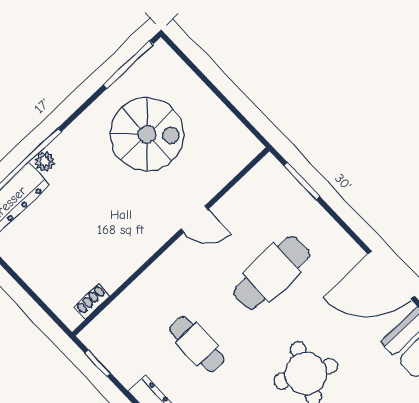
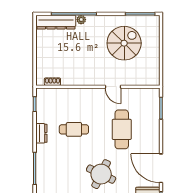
spiral stairs: (147, 134) -> (124, 43), turned -90
cafe table: (272, 273) -> (122, 129), turned 90
cafe table: (197, 344) -> (74, 129), turned 90

